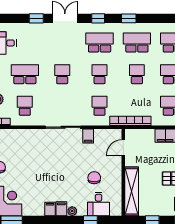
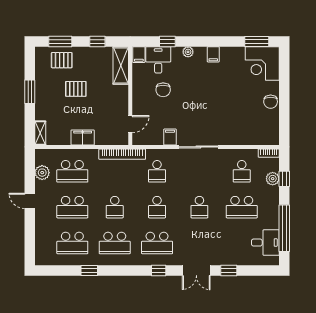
window: (129, 18) -> (89, 270), moved
shelving: (132, 191) -> (121, 65), width x0.68
filing cabinet: (61, 209) -> (139, 55), moved

